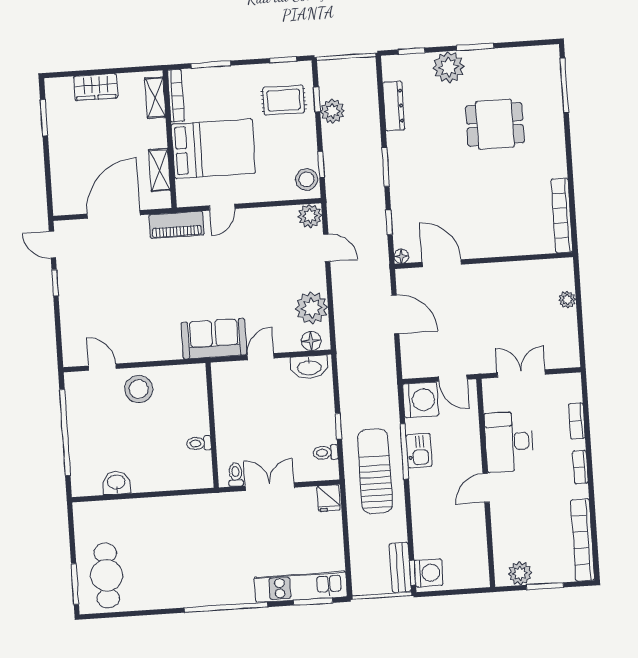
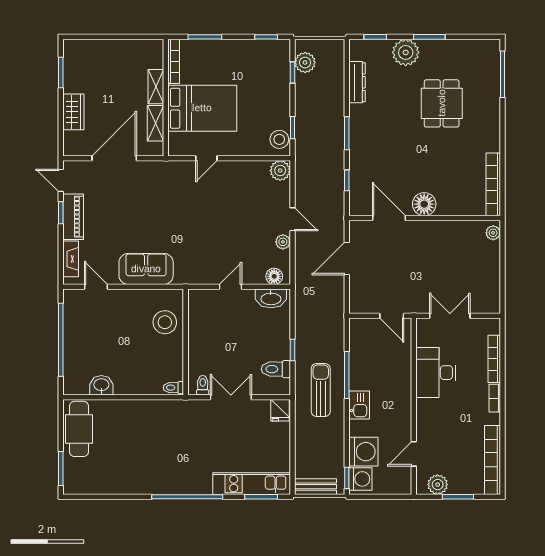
wardrobe: (96, 87) -> (73, 112), moved, turned -90
shelving: (155, 98) -> (156, 87), moved
rug: (284, 100) -> (264, 71), removed
plant: (332, 111) -> (305, 62), moved
dining table: (495, 124) -> (442, 103), turned 90
piano: (177, 225) -> (73, 217), moved, turned -90
door: (327, 248) -> (292, 219), moved
floor lamp: (401, 256) -> (424, 204), moved, width x1.89, depth x1.89
plant: (567, 300) -> (493, 233), moved
plant: (312, 308) -> (283, 242), width x0.53, depth x0.53
door: (395, 314) -> (347, 259), swing flipped
fireplace: (70, 336) -> (71, 259), added
sofa: (214, 339) -> (146, 269), moved
stool: (139, 389) -> (165, 322), moved
washing machine: (421, 400) -> (363, 452), moved
bookcase: (577, 421) -> (494, 359), width x1.56
toilet: (199, 443) -> (173, 388), moved
kitchen sink: (419, 451) -> (359, 405), moved
toilet: (325, 453) -> (276, 369), width x1.37, depth x1.39
sun lounger: (375, 471) -> (321, 390), width x0.73, depth x0.75
door: (486, 488) -> (414, 454), moved
bench: (400, 567) -> (316, 487), moved, turned 90
cafe table: (107, 576) -> (79, 429), moved

